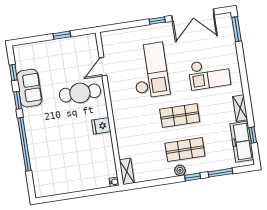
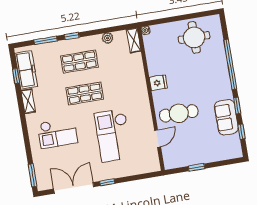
checkout: (209, 74) -> (58, 133), turned 180
plant: (180, 170) -> (107, 38), moved
round table: (62, 174) -> (194, 37), added

